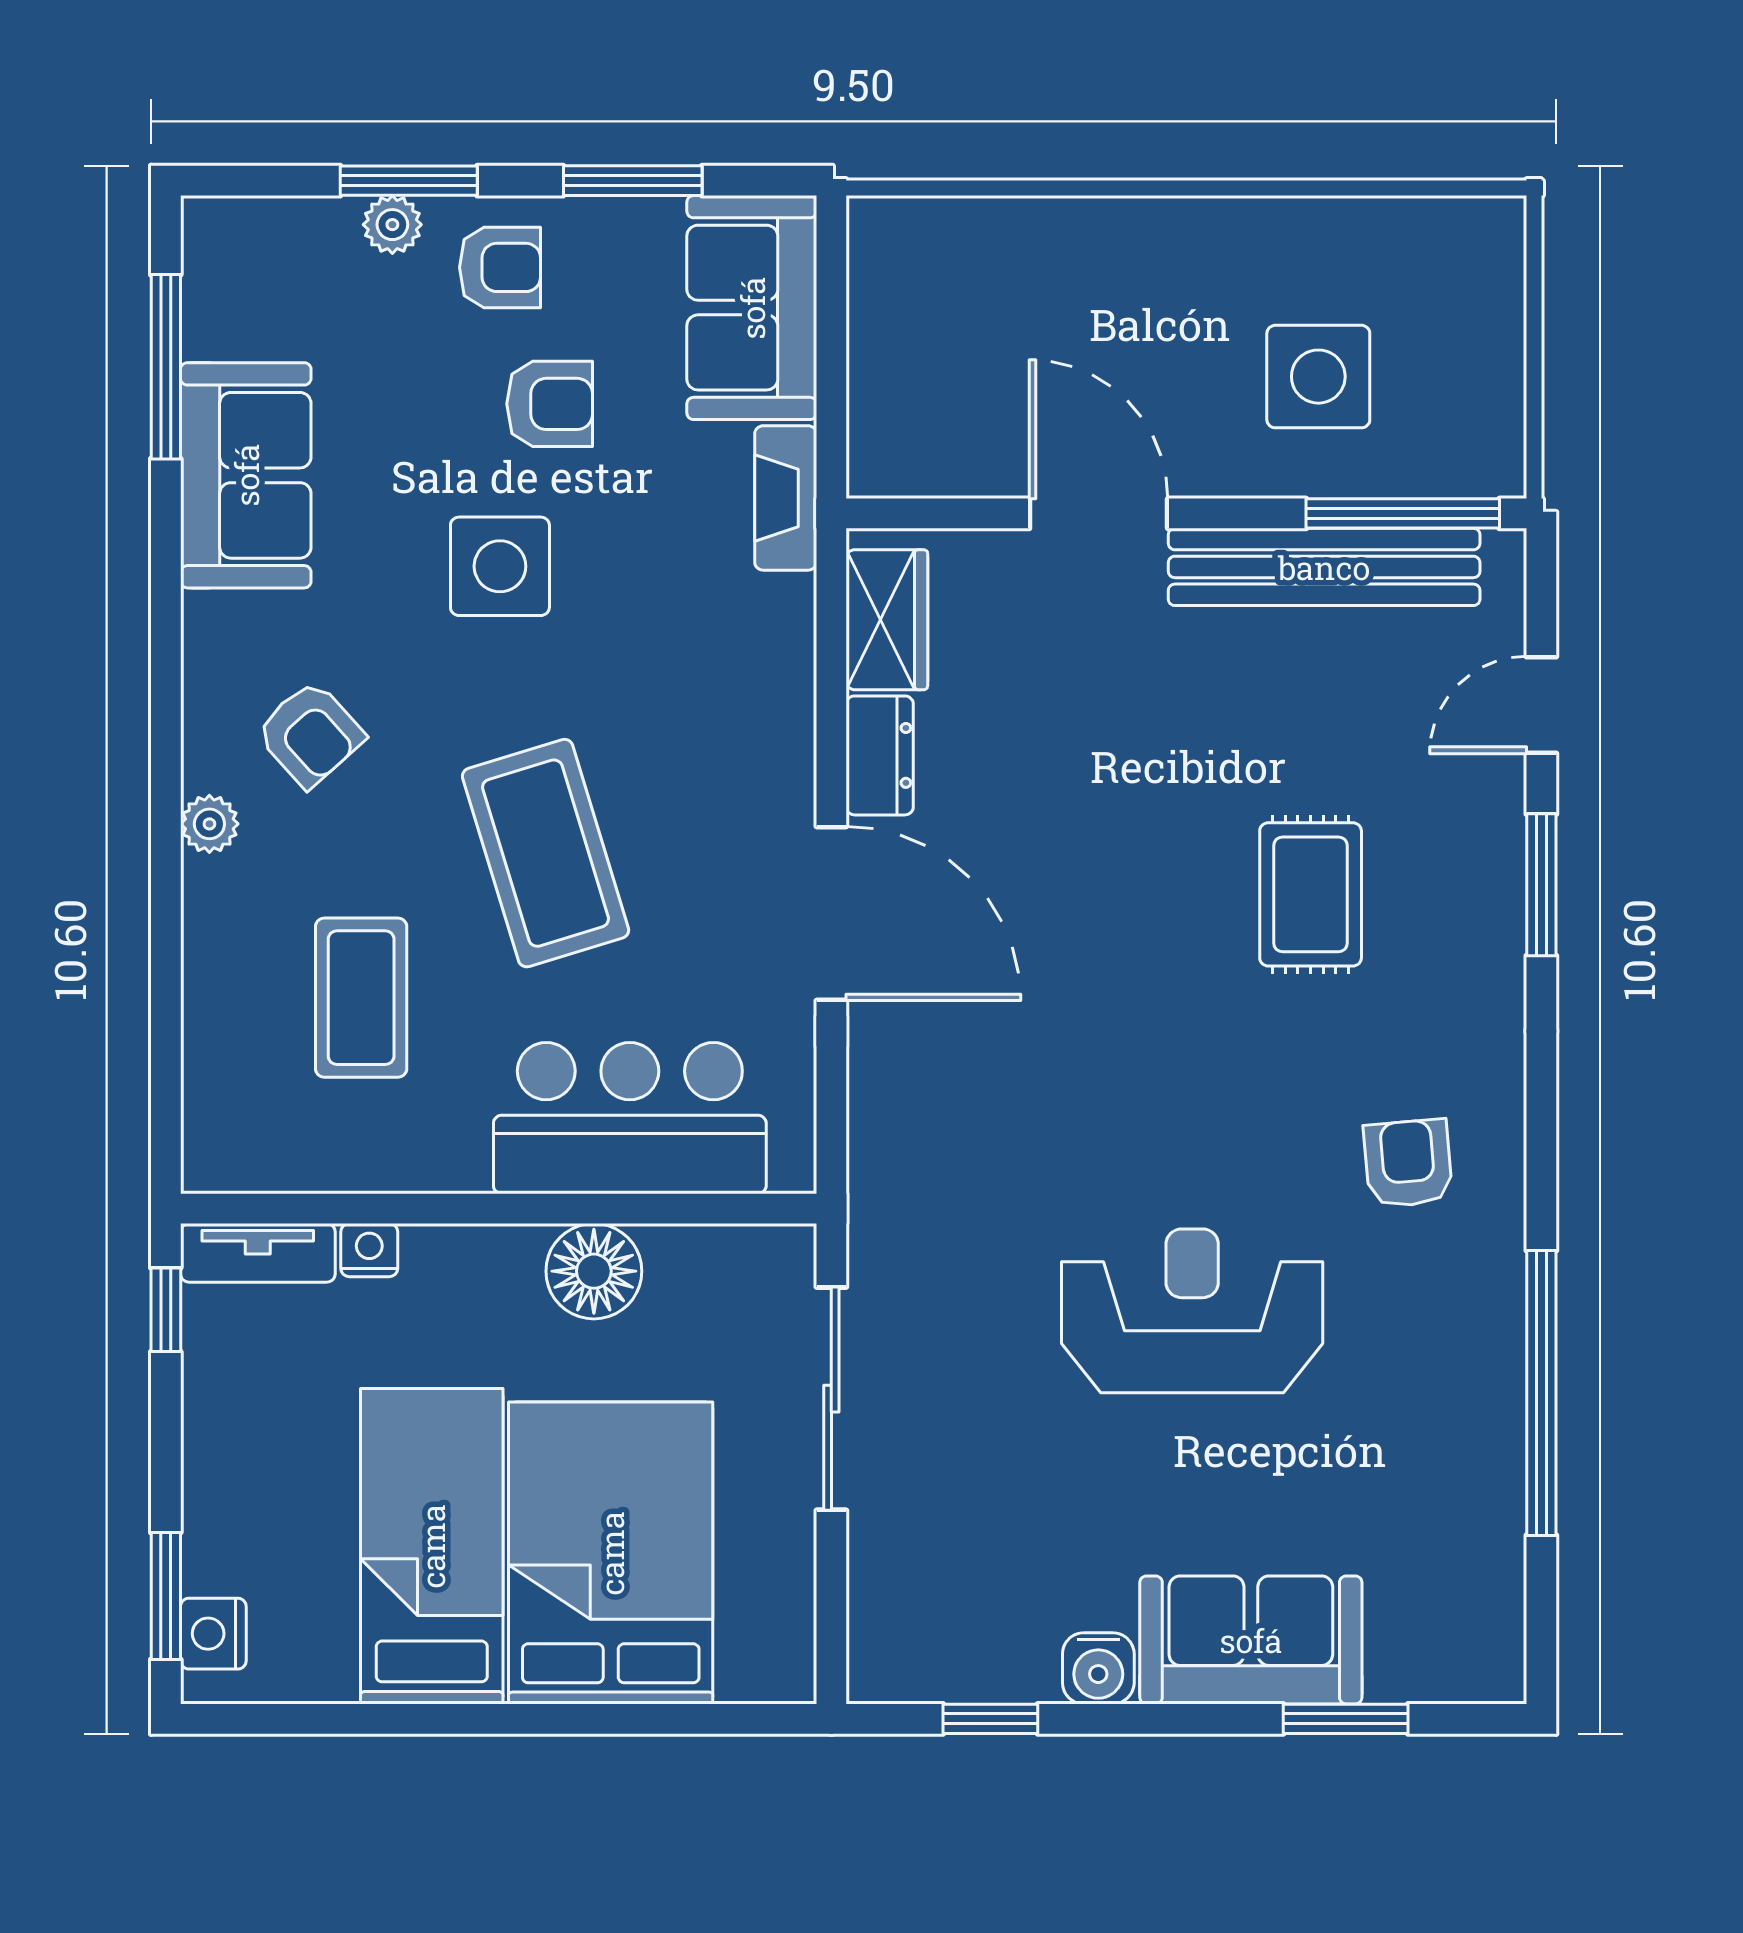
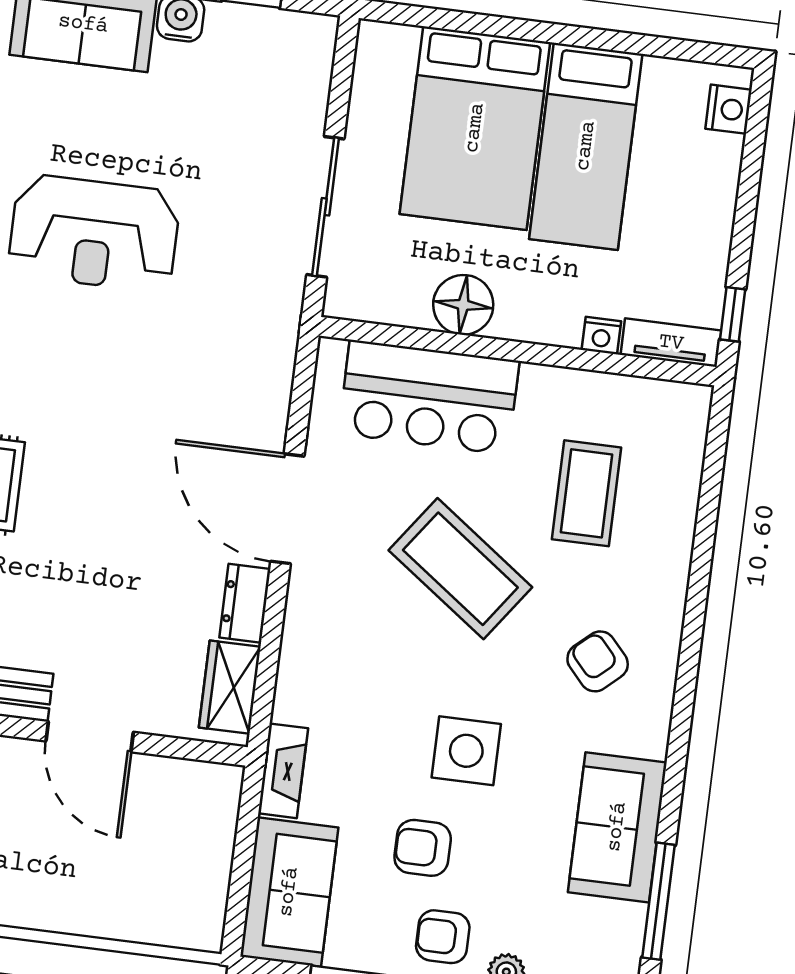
plant: (209, 824) -> (667, 613), removed
coffee table: (546, 853) -> (460, 569), turned -37
window: (166, 1596) -> (755, 136), removed

